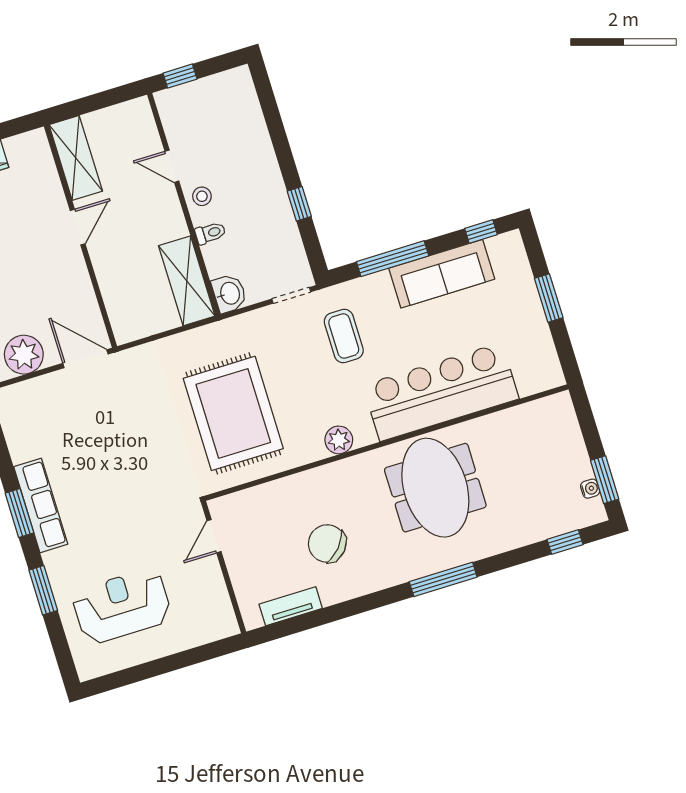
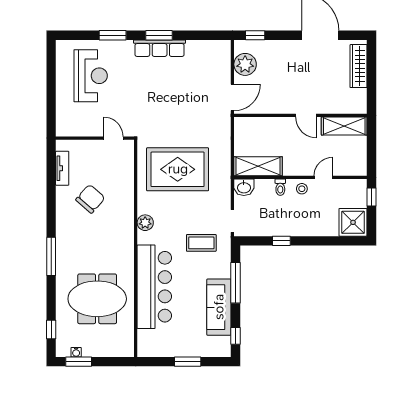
shower: (232, 94) -> (353, 222), added
meeting table: (435, 488) -> (97, 299), moved

